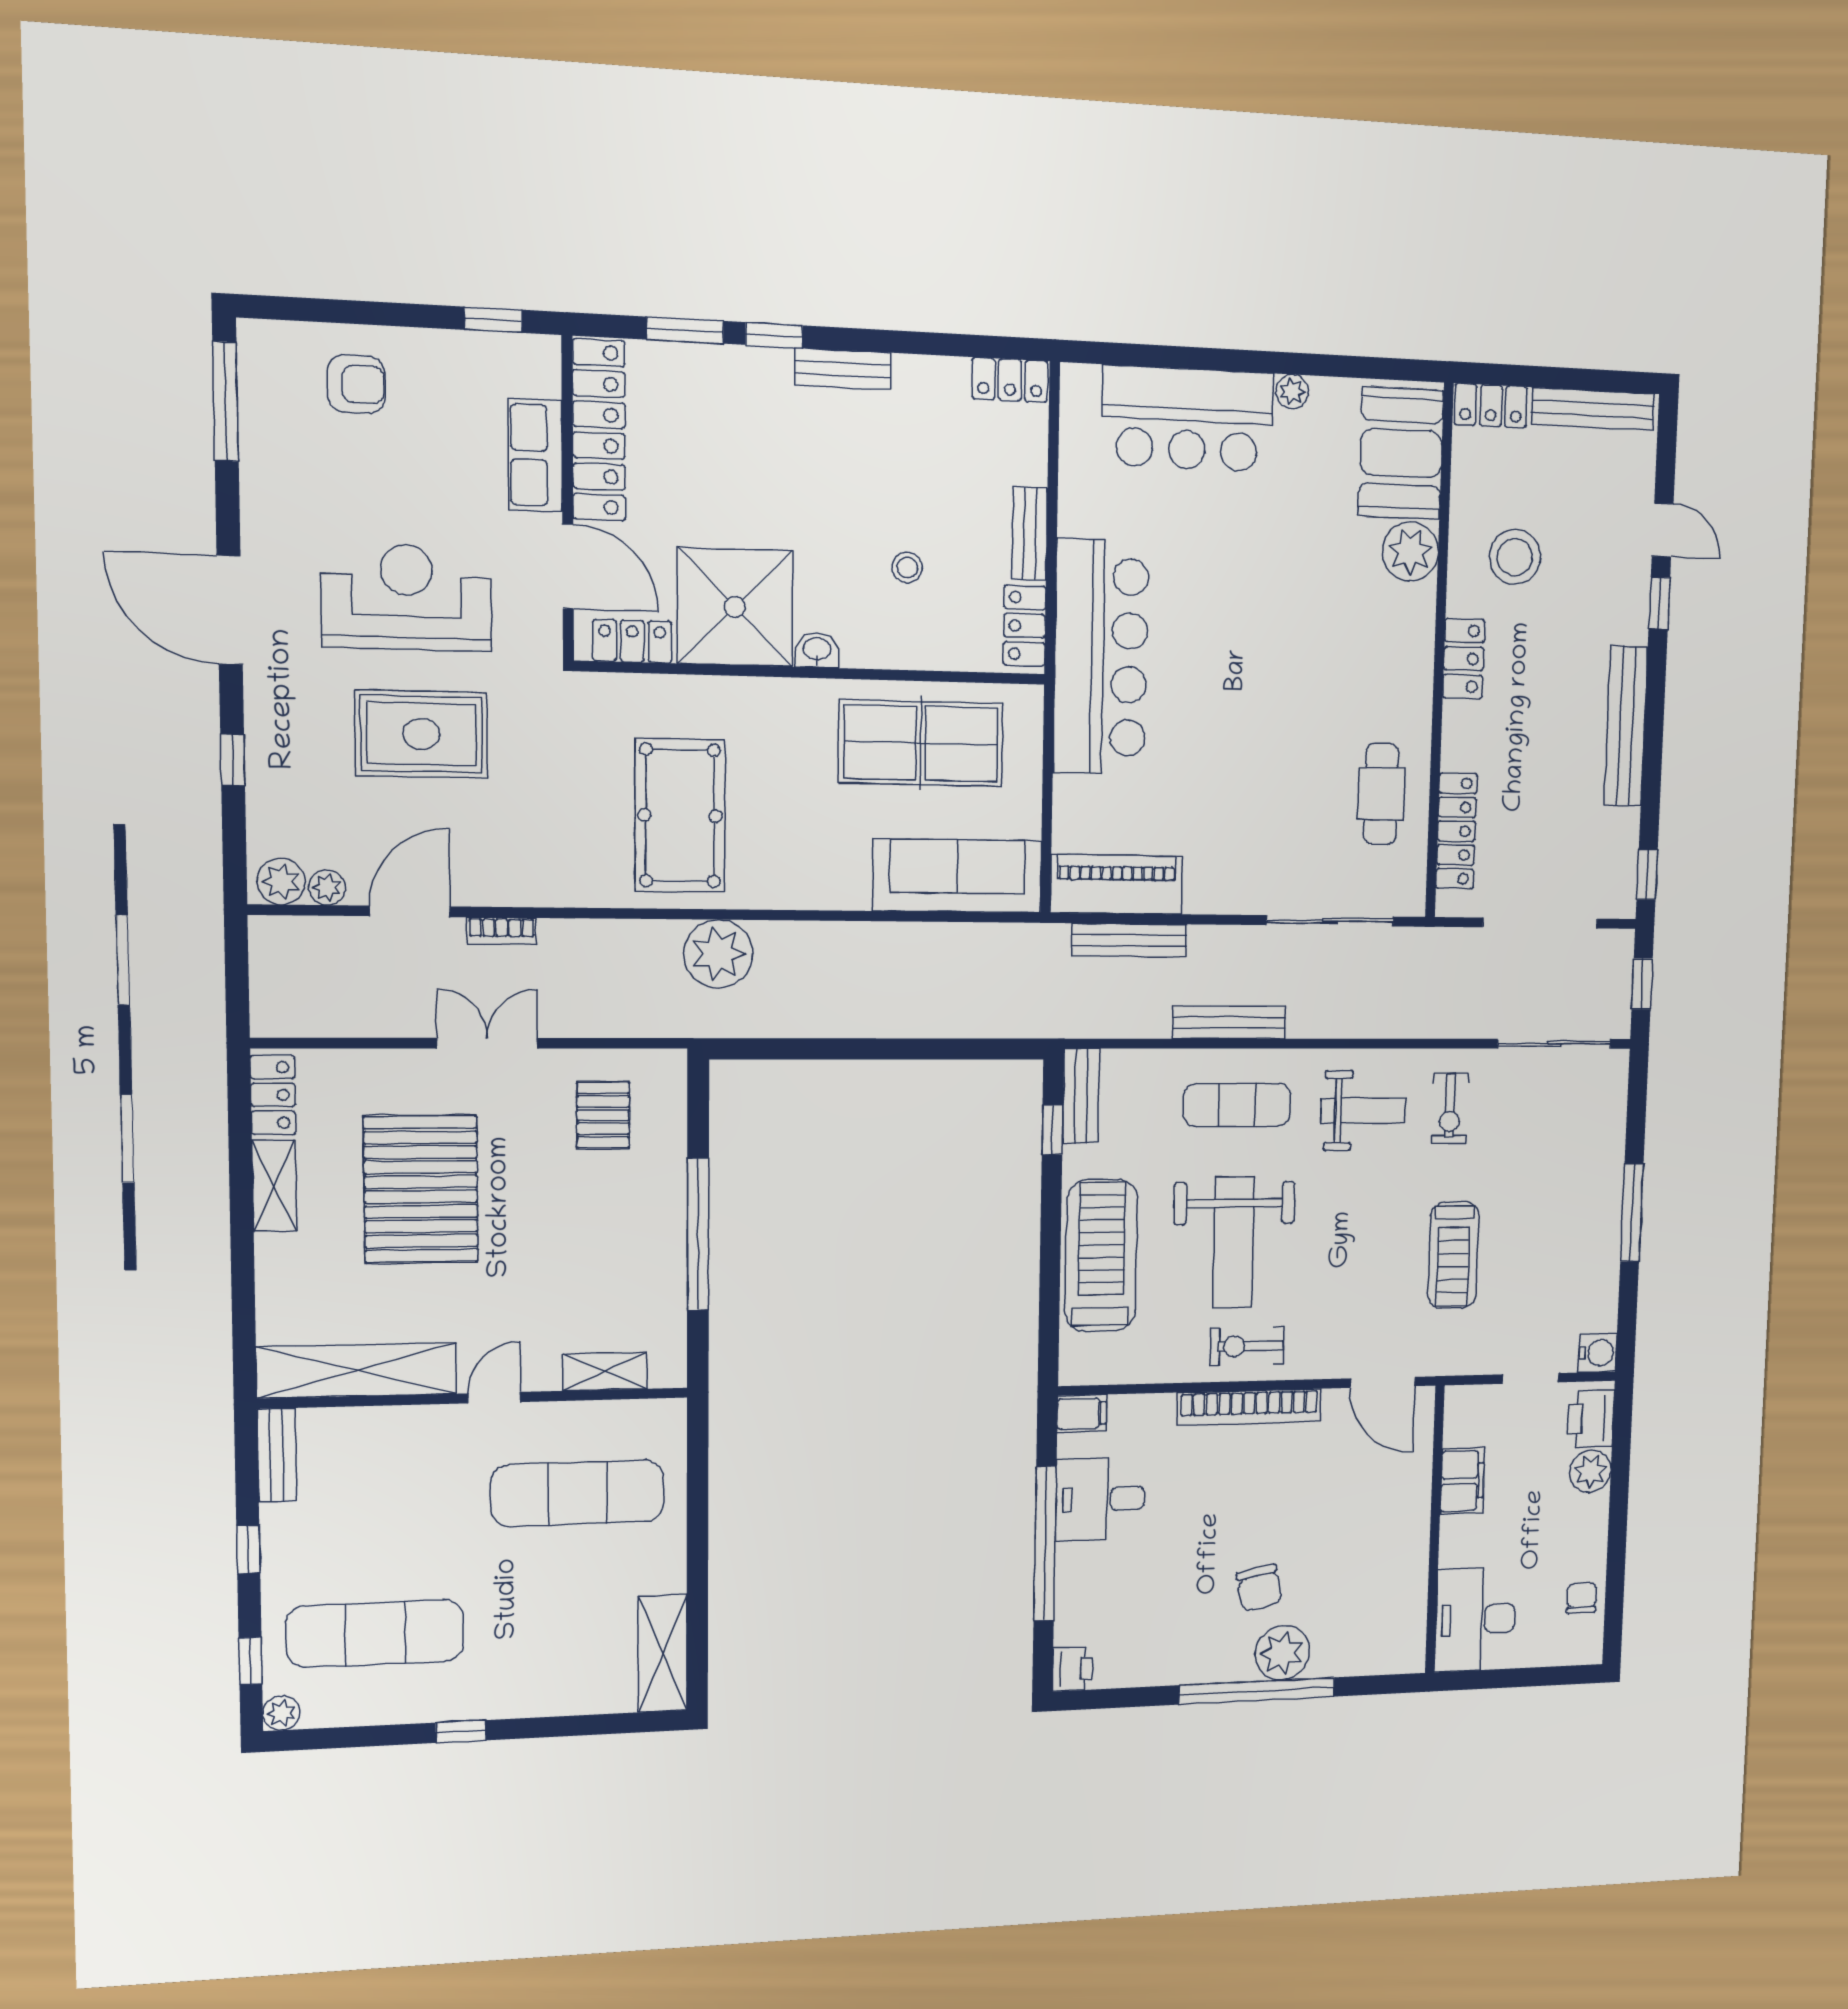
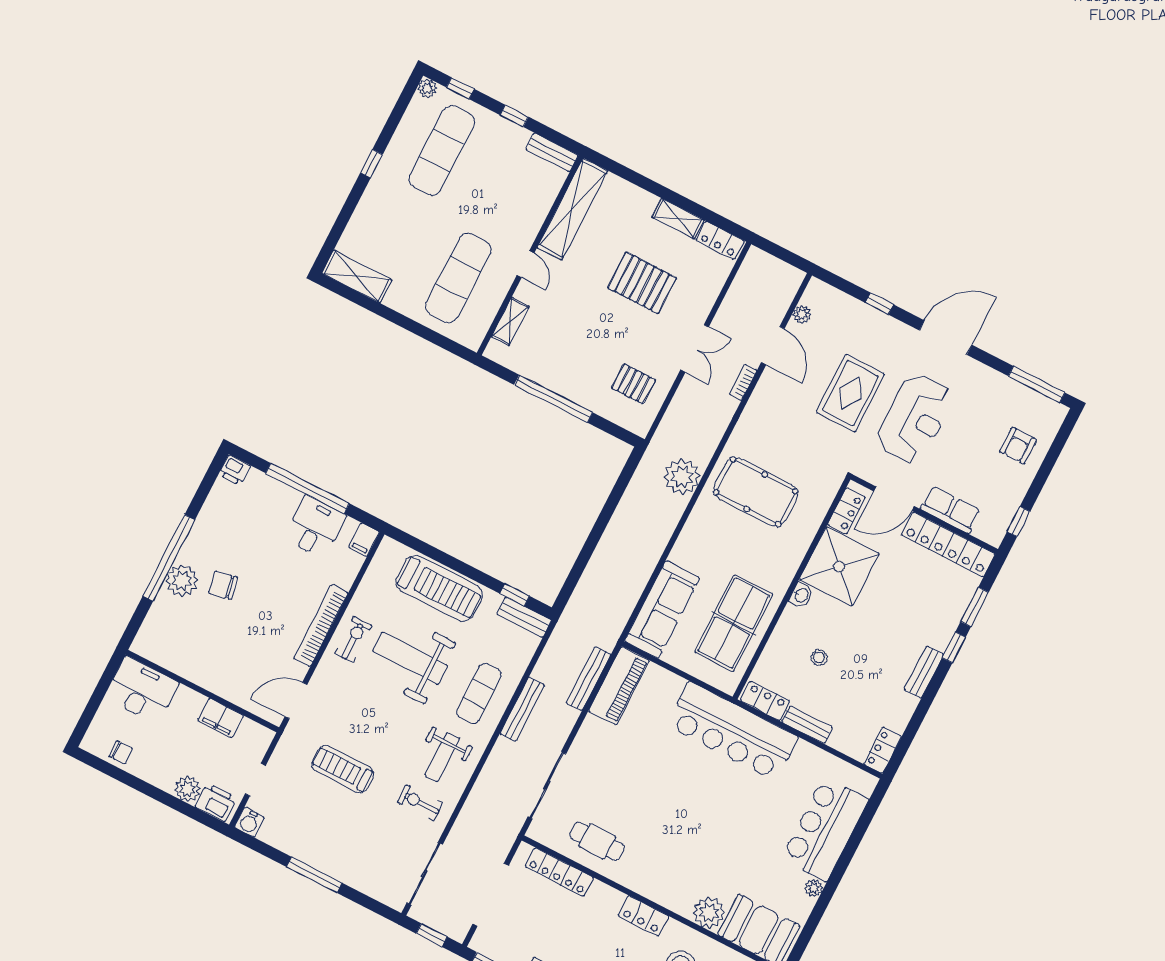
plant: (281, 882) -> (815, 296), removed
pallet: (421, 1189) -> (642, 283), width x0.73, depth x0.71

